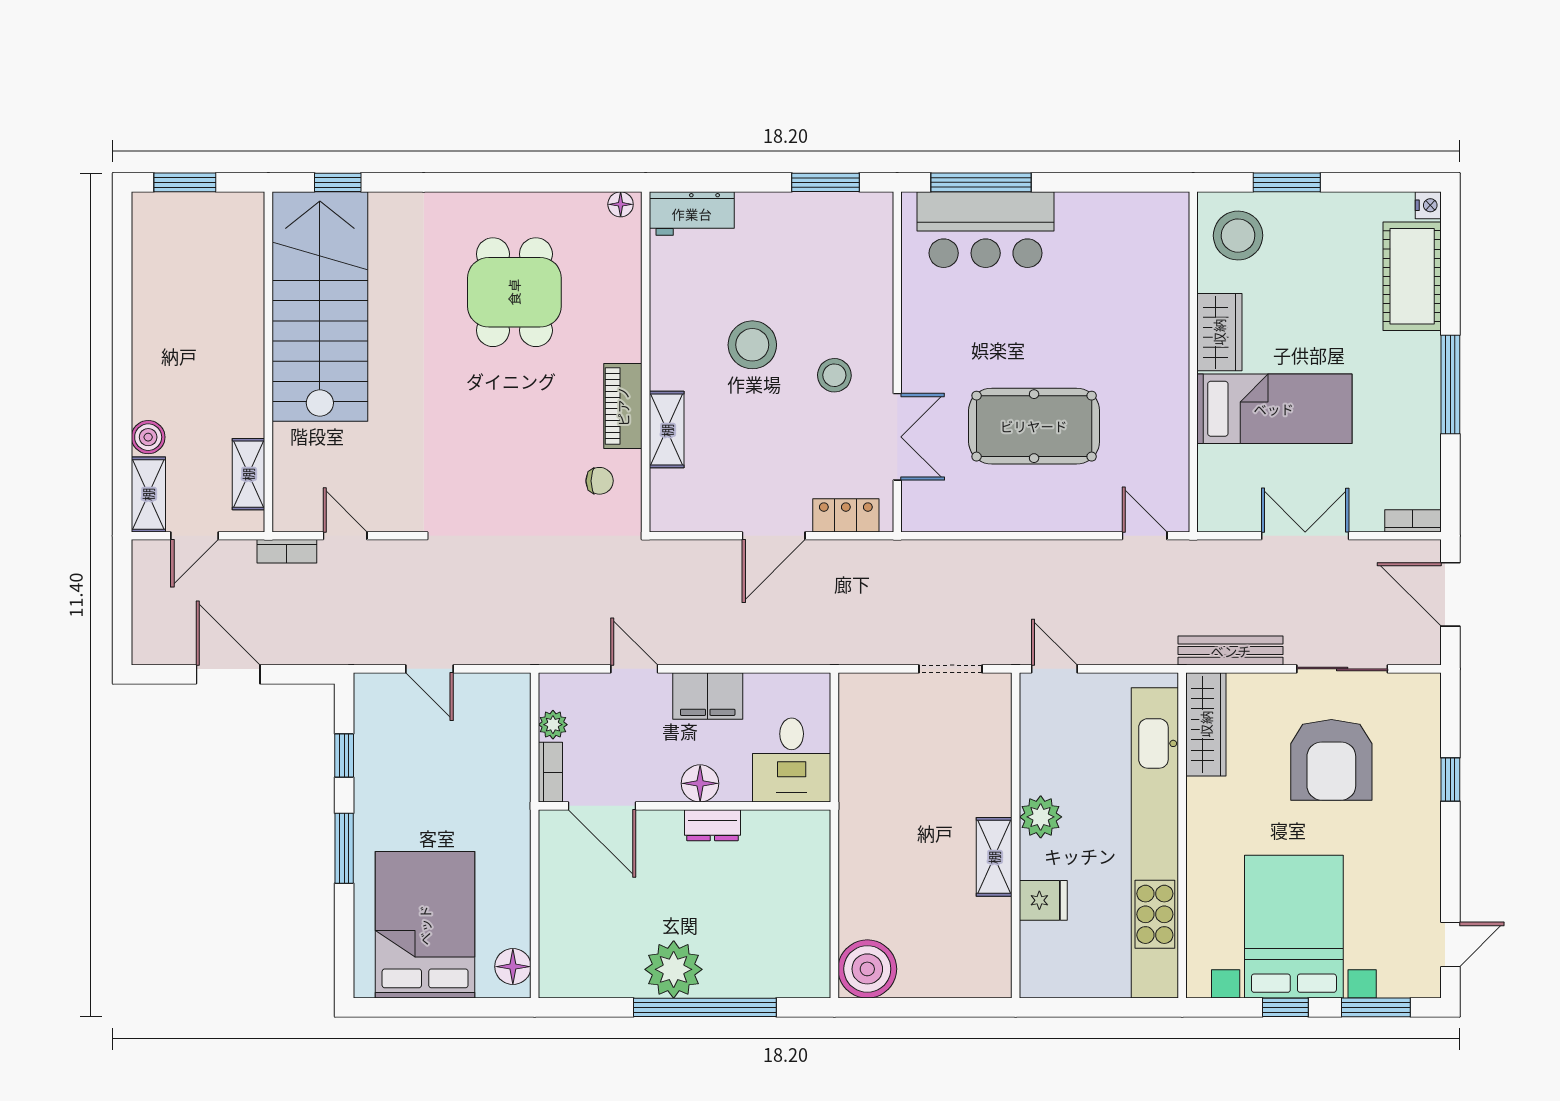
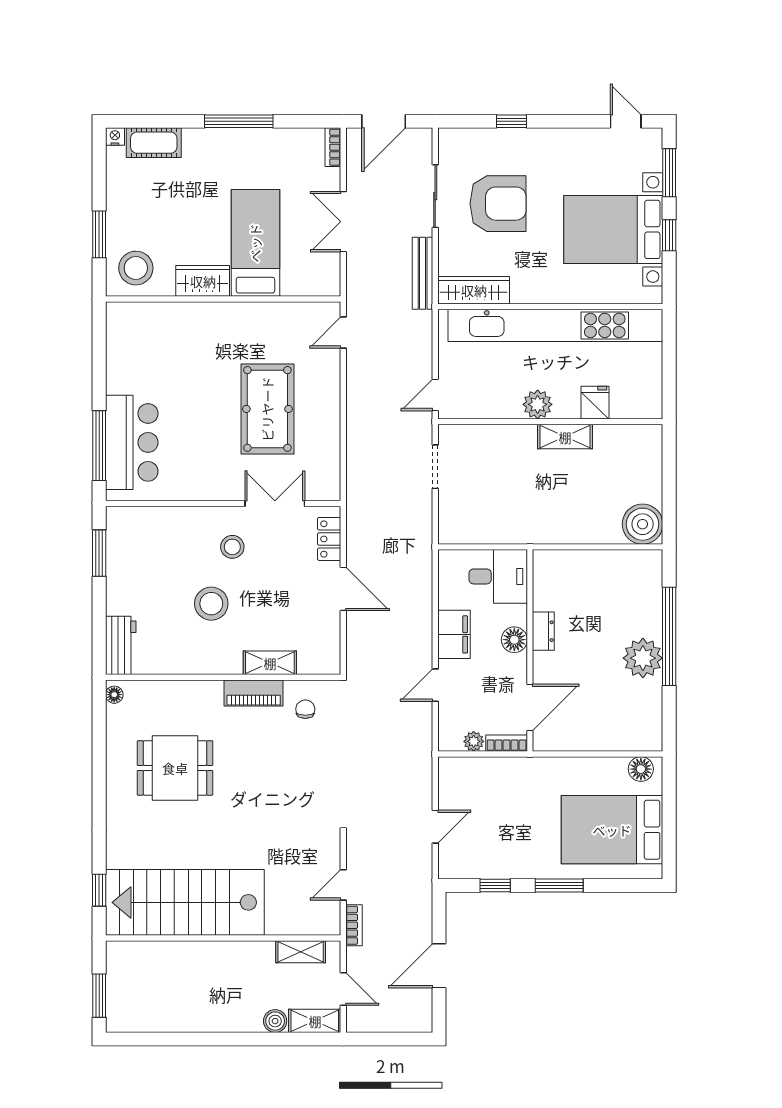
cot: (1412, 276) -> (154, 143), width x0.73, depth x0.75

